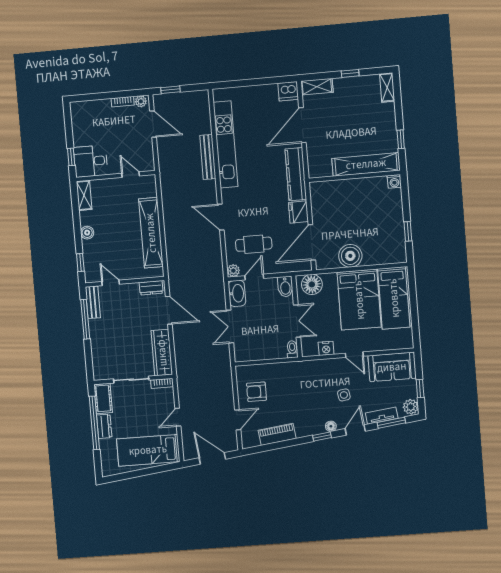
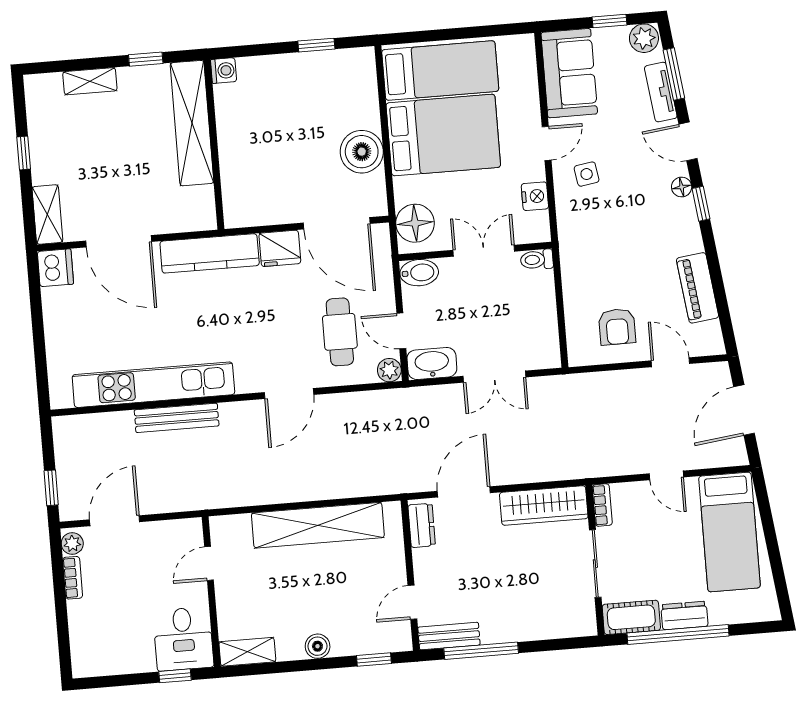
shelving: (387, 87) -> (90, 81), moved
side table: (344, 395) -> (587, 174), moved

